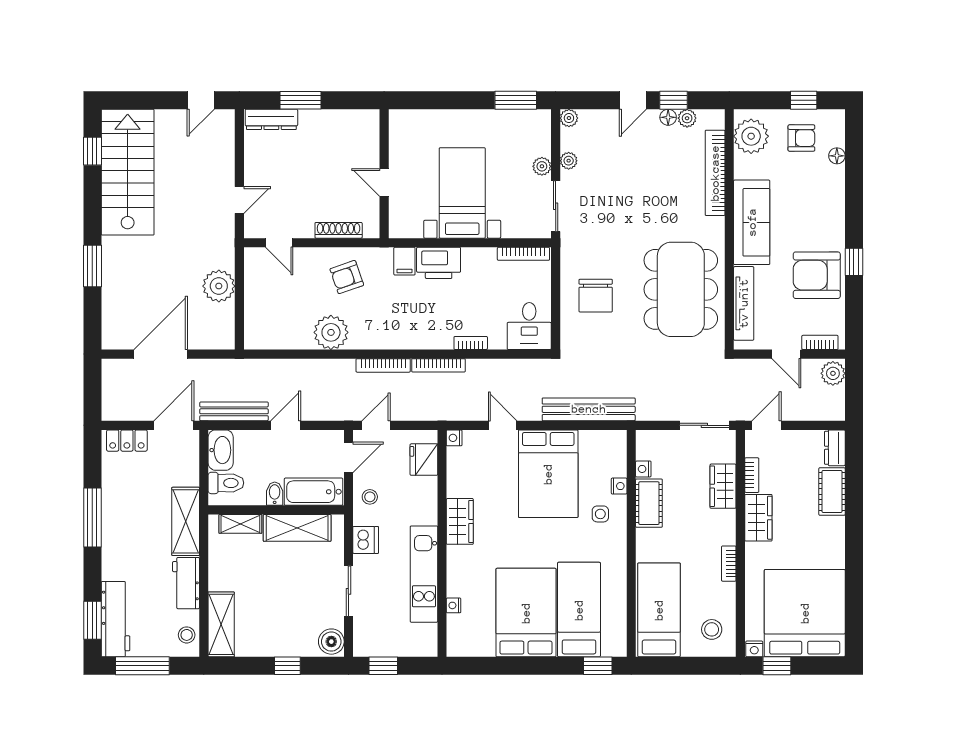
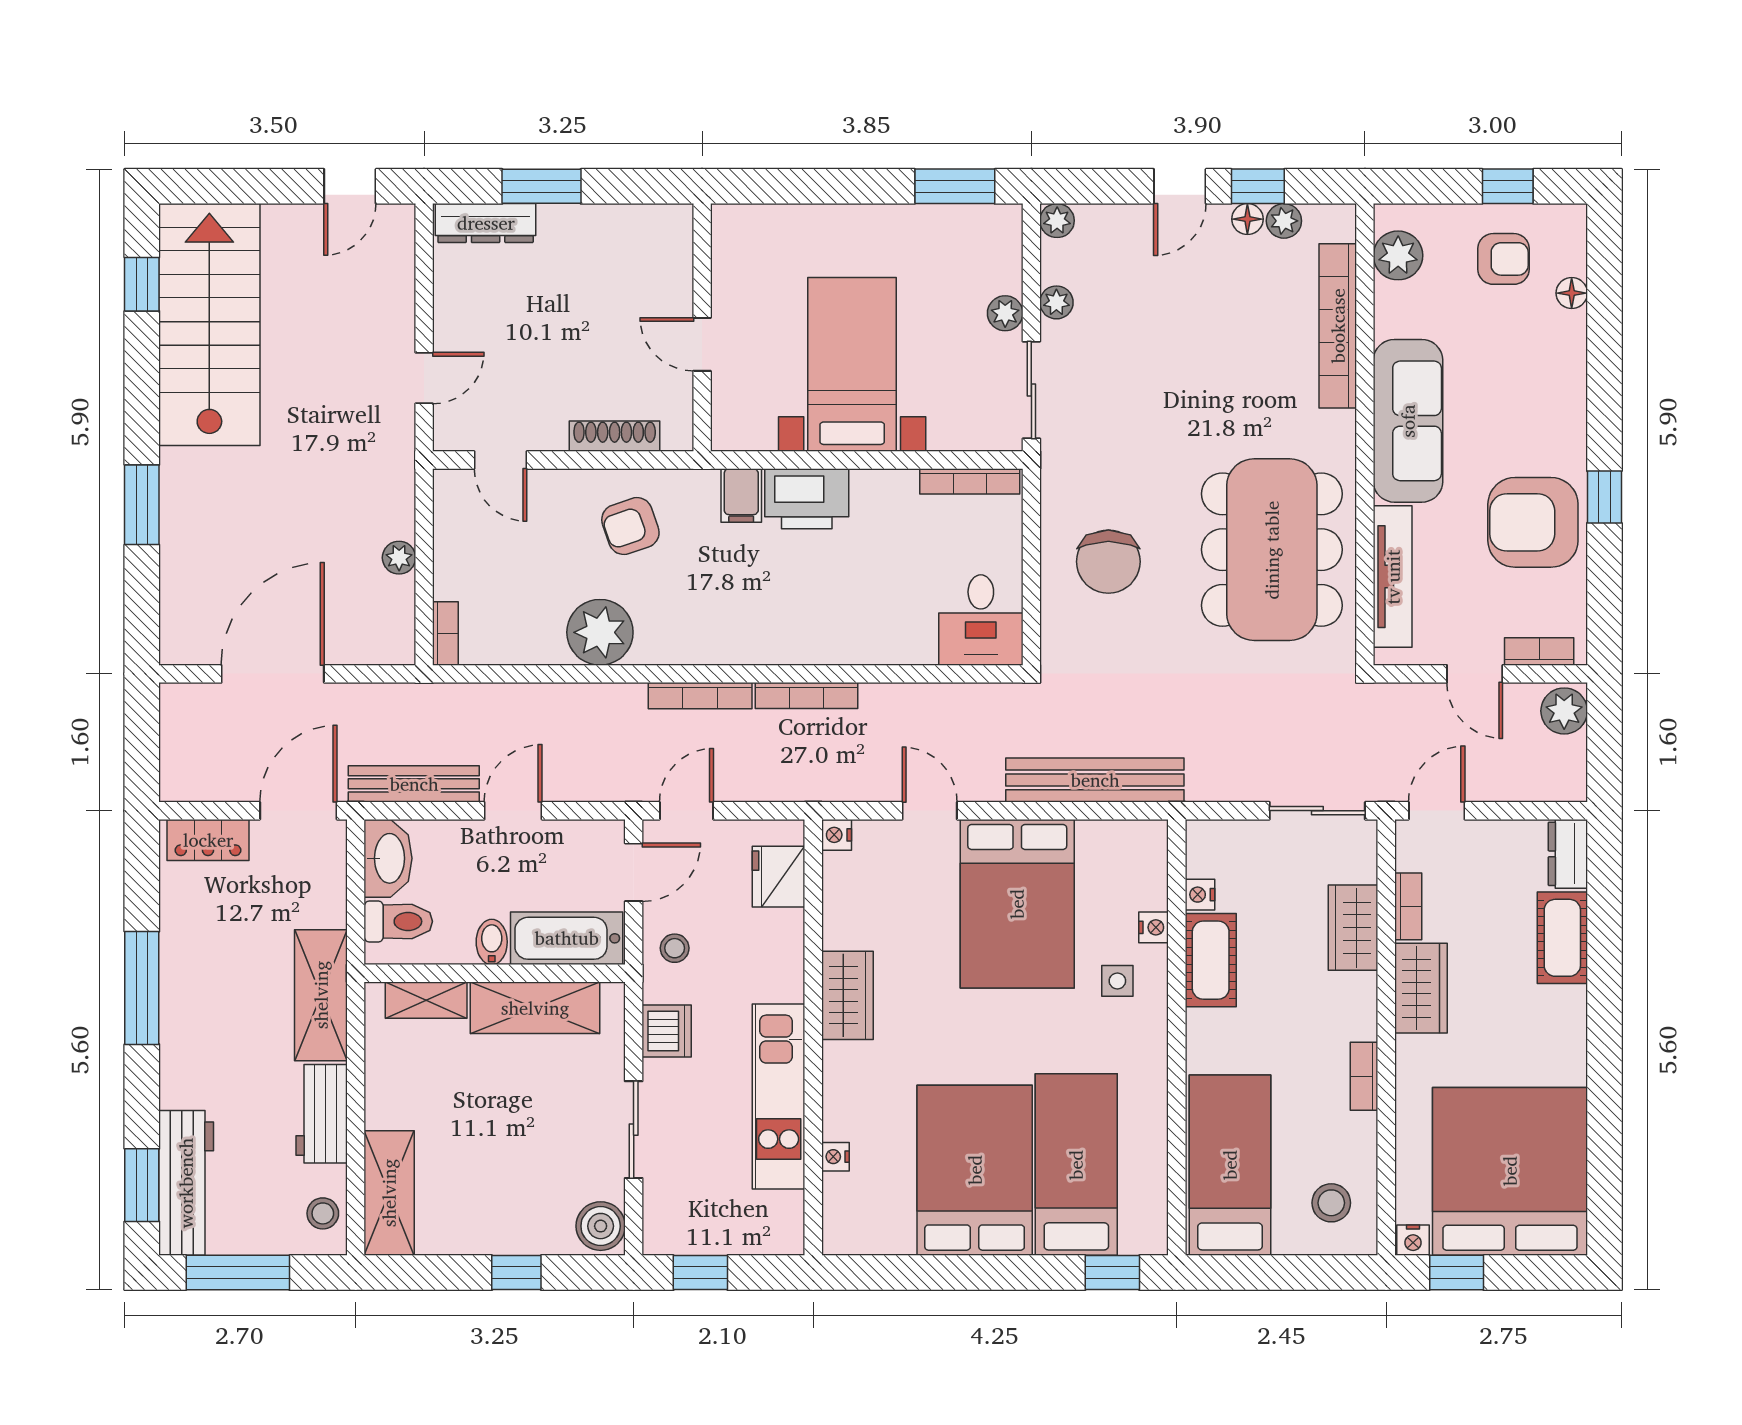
plant: (751, 136) -> (1398, 255), width x0.73, depth x0.73
plant: (219, 286) -> (399, 558), width x0.53, depth x0.53
bookcase: (471, 343) -> (445, 633), moved, turned 90

